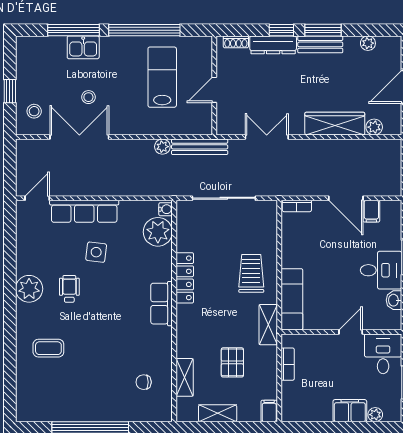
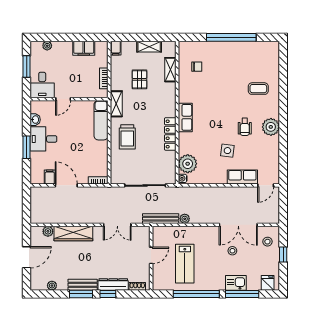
fridge: (34, 47) -> (268, 283), added
row of seats: (84, 211) -> (242, 177), width x0.68
filing cabinet: (350, 411) -> (84, 48), moved

